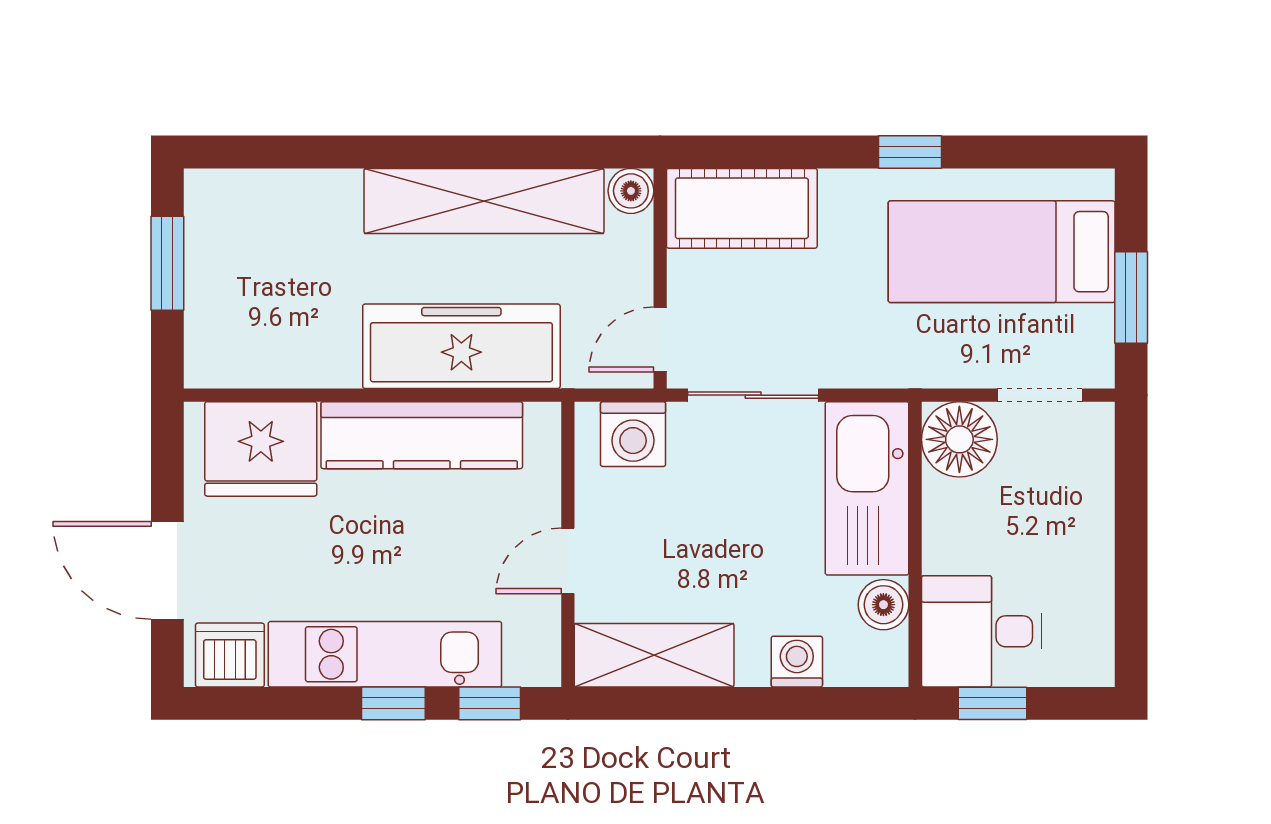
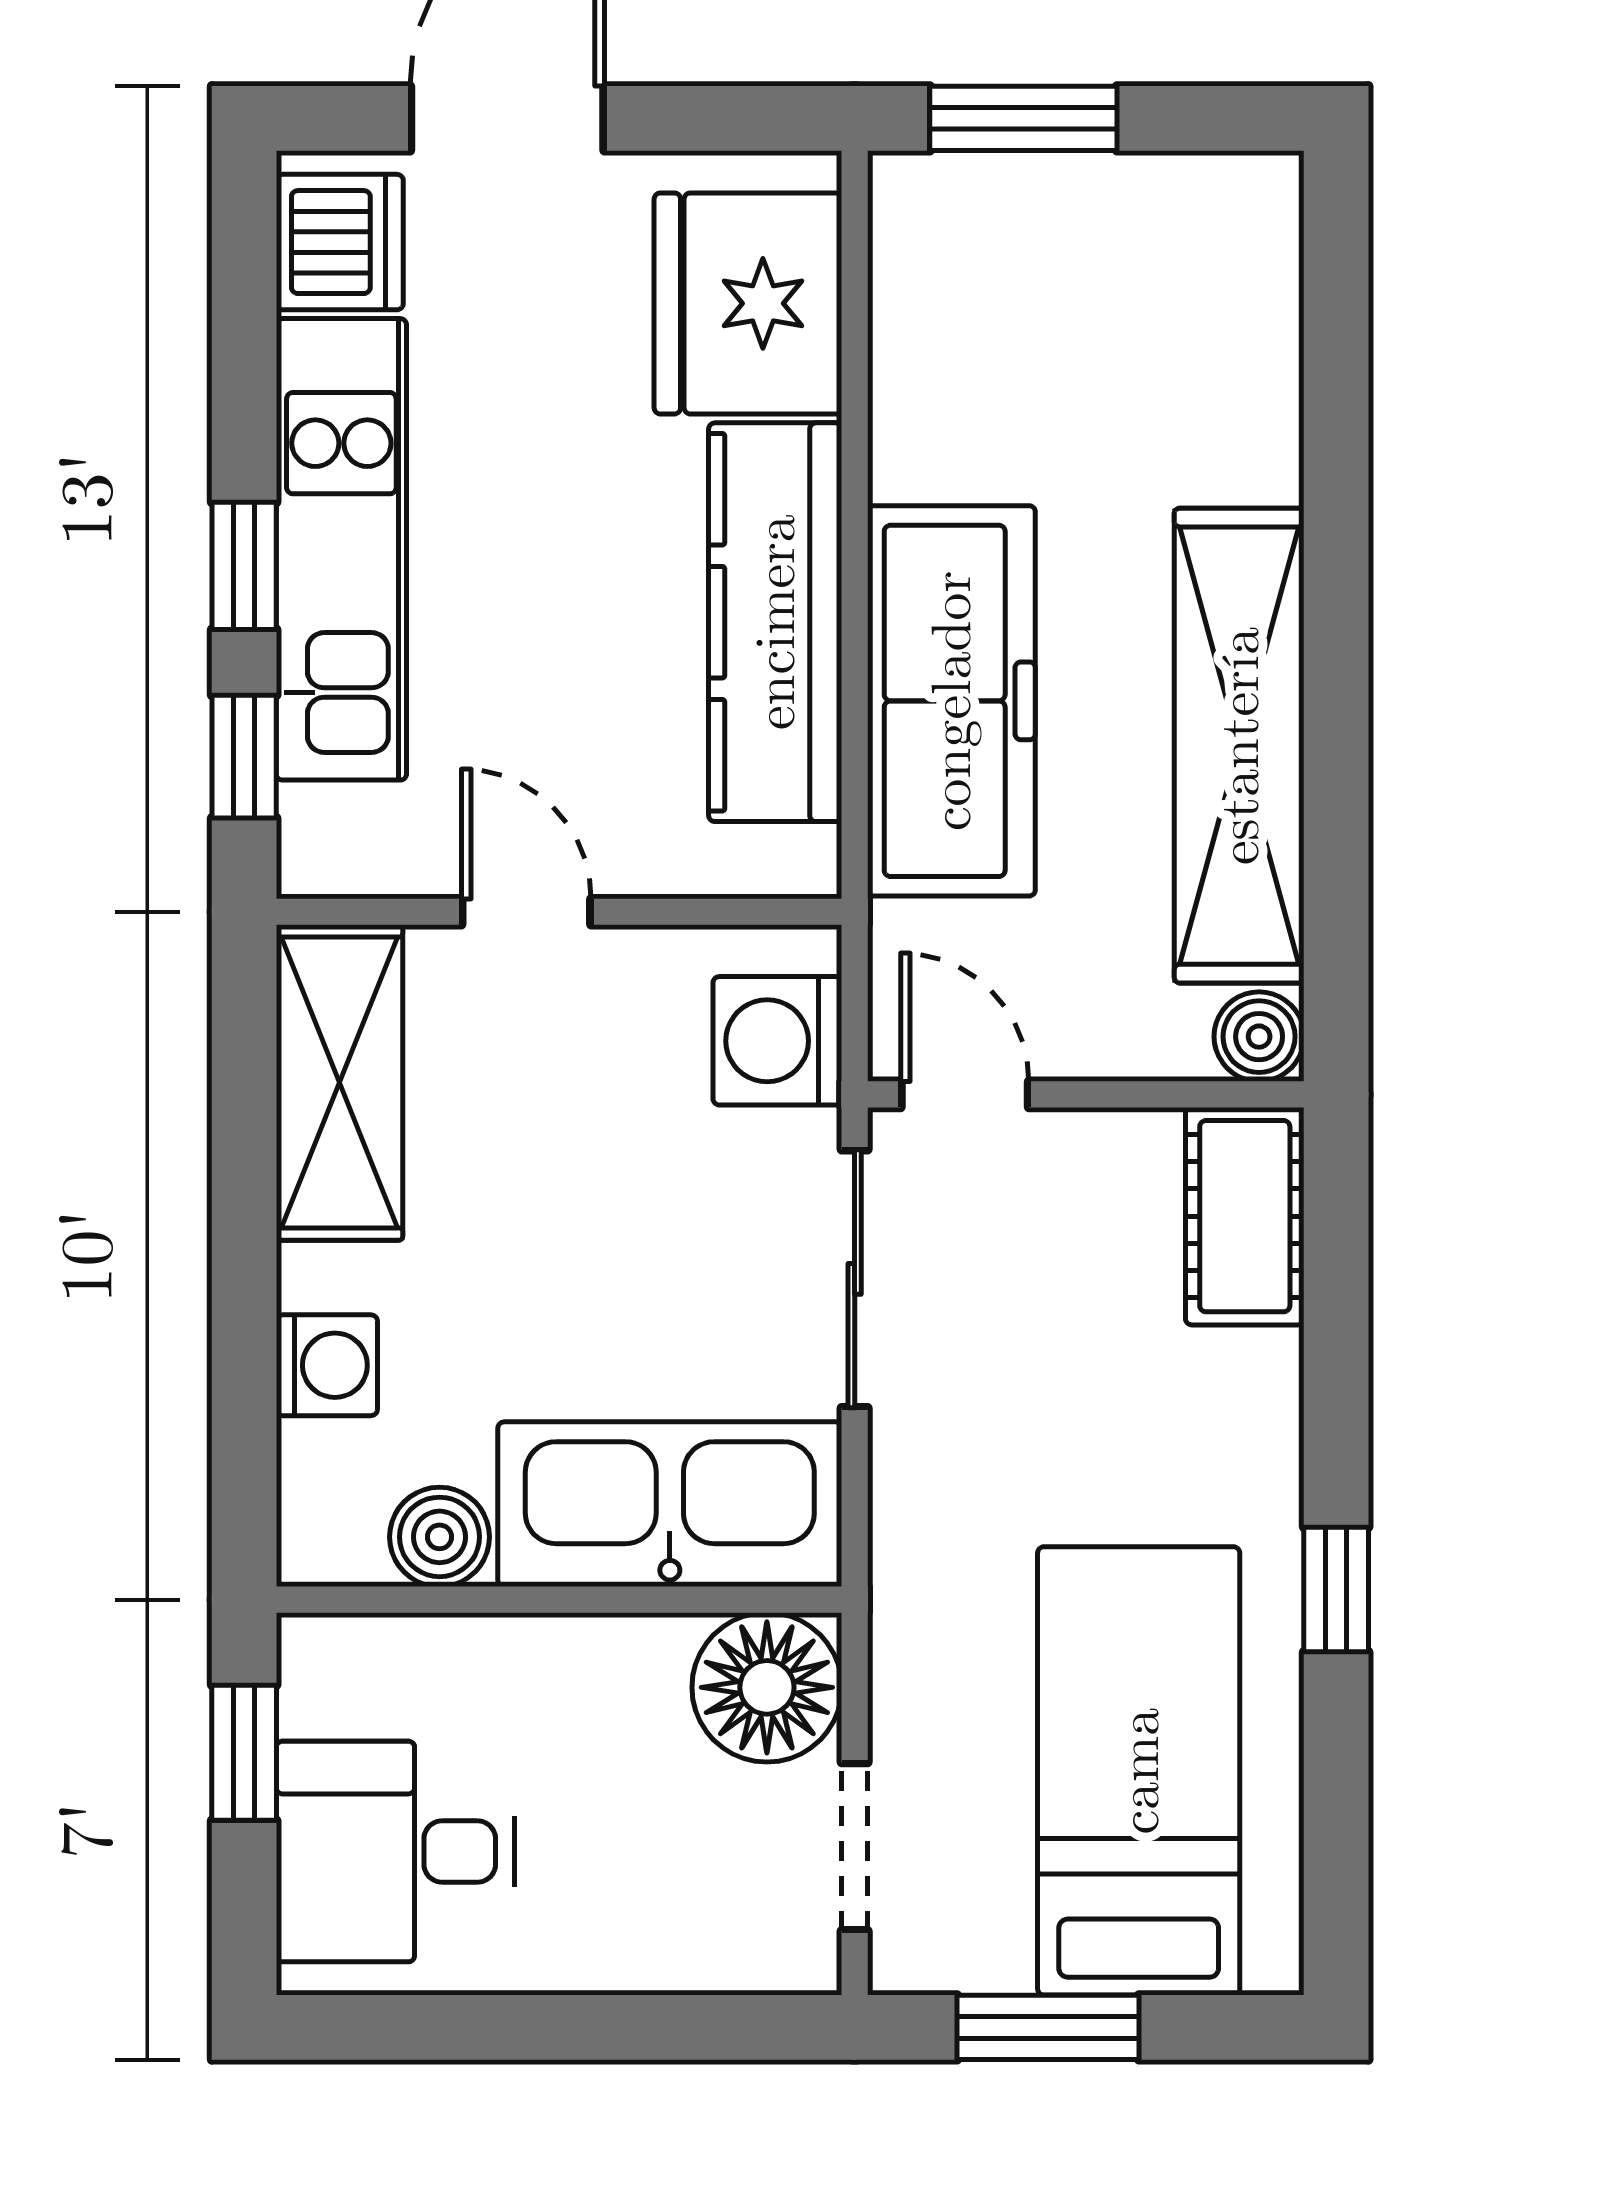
cot: (742, 208) -> (1245, 1216), width x0.73, depth x0.75
window: (167, 263) -> (1023, 118), moved
desk: (982, 631) -> (395, 1852), moved, turned -90

